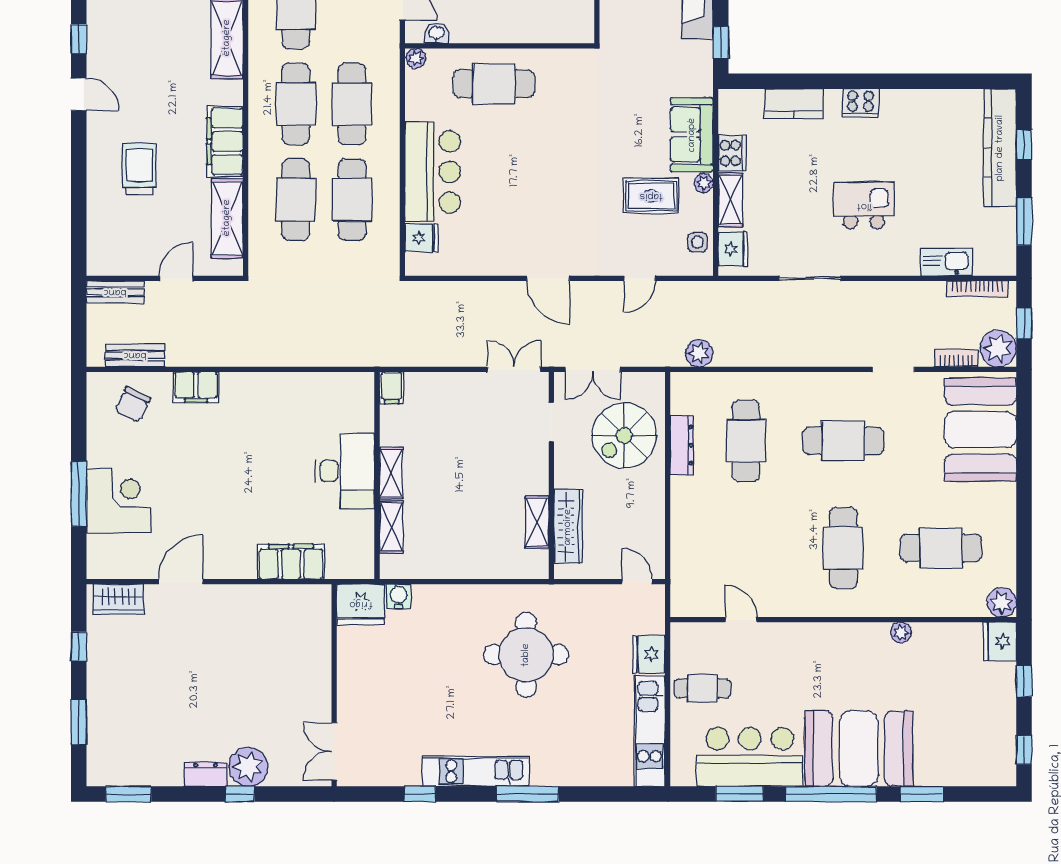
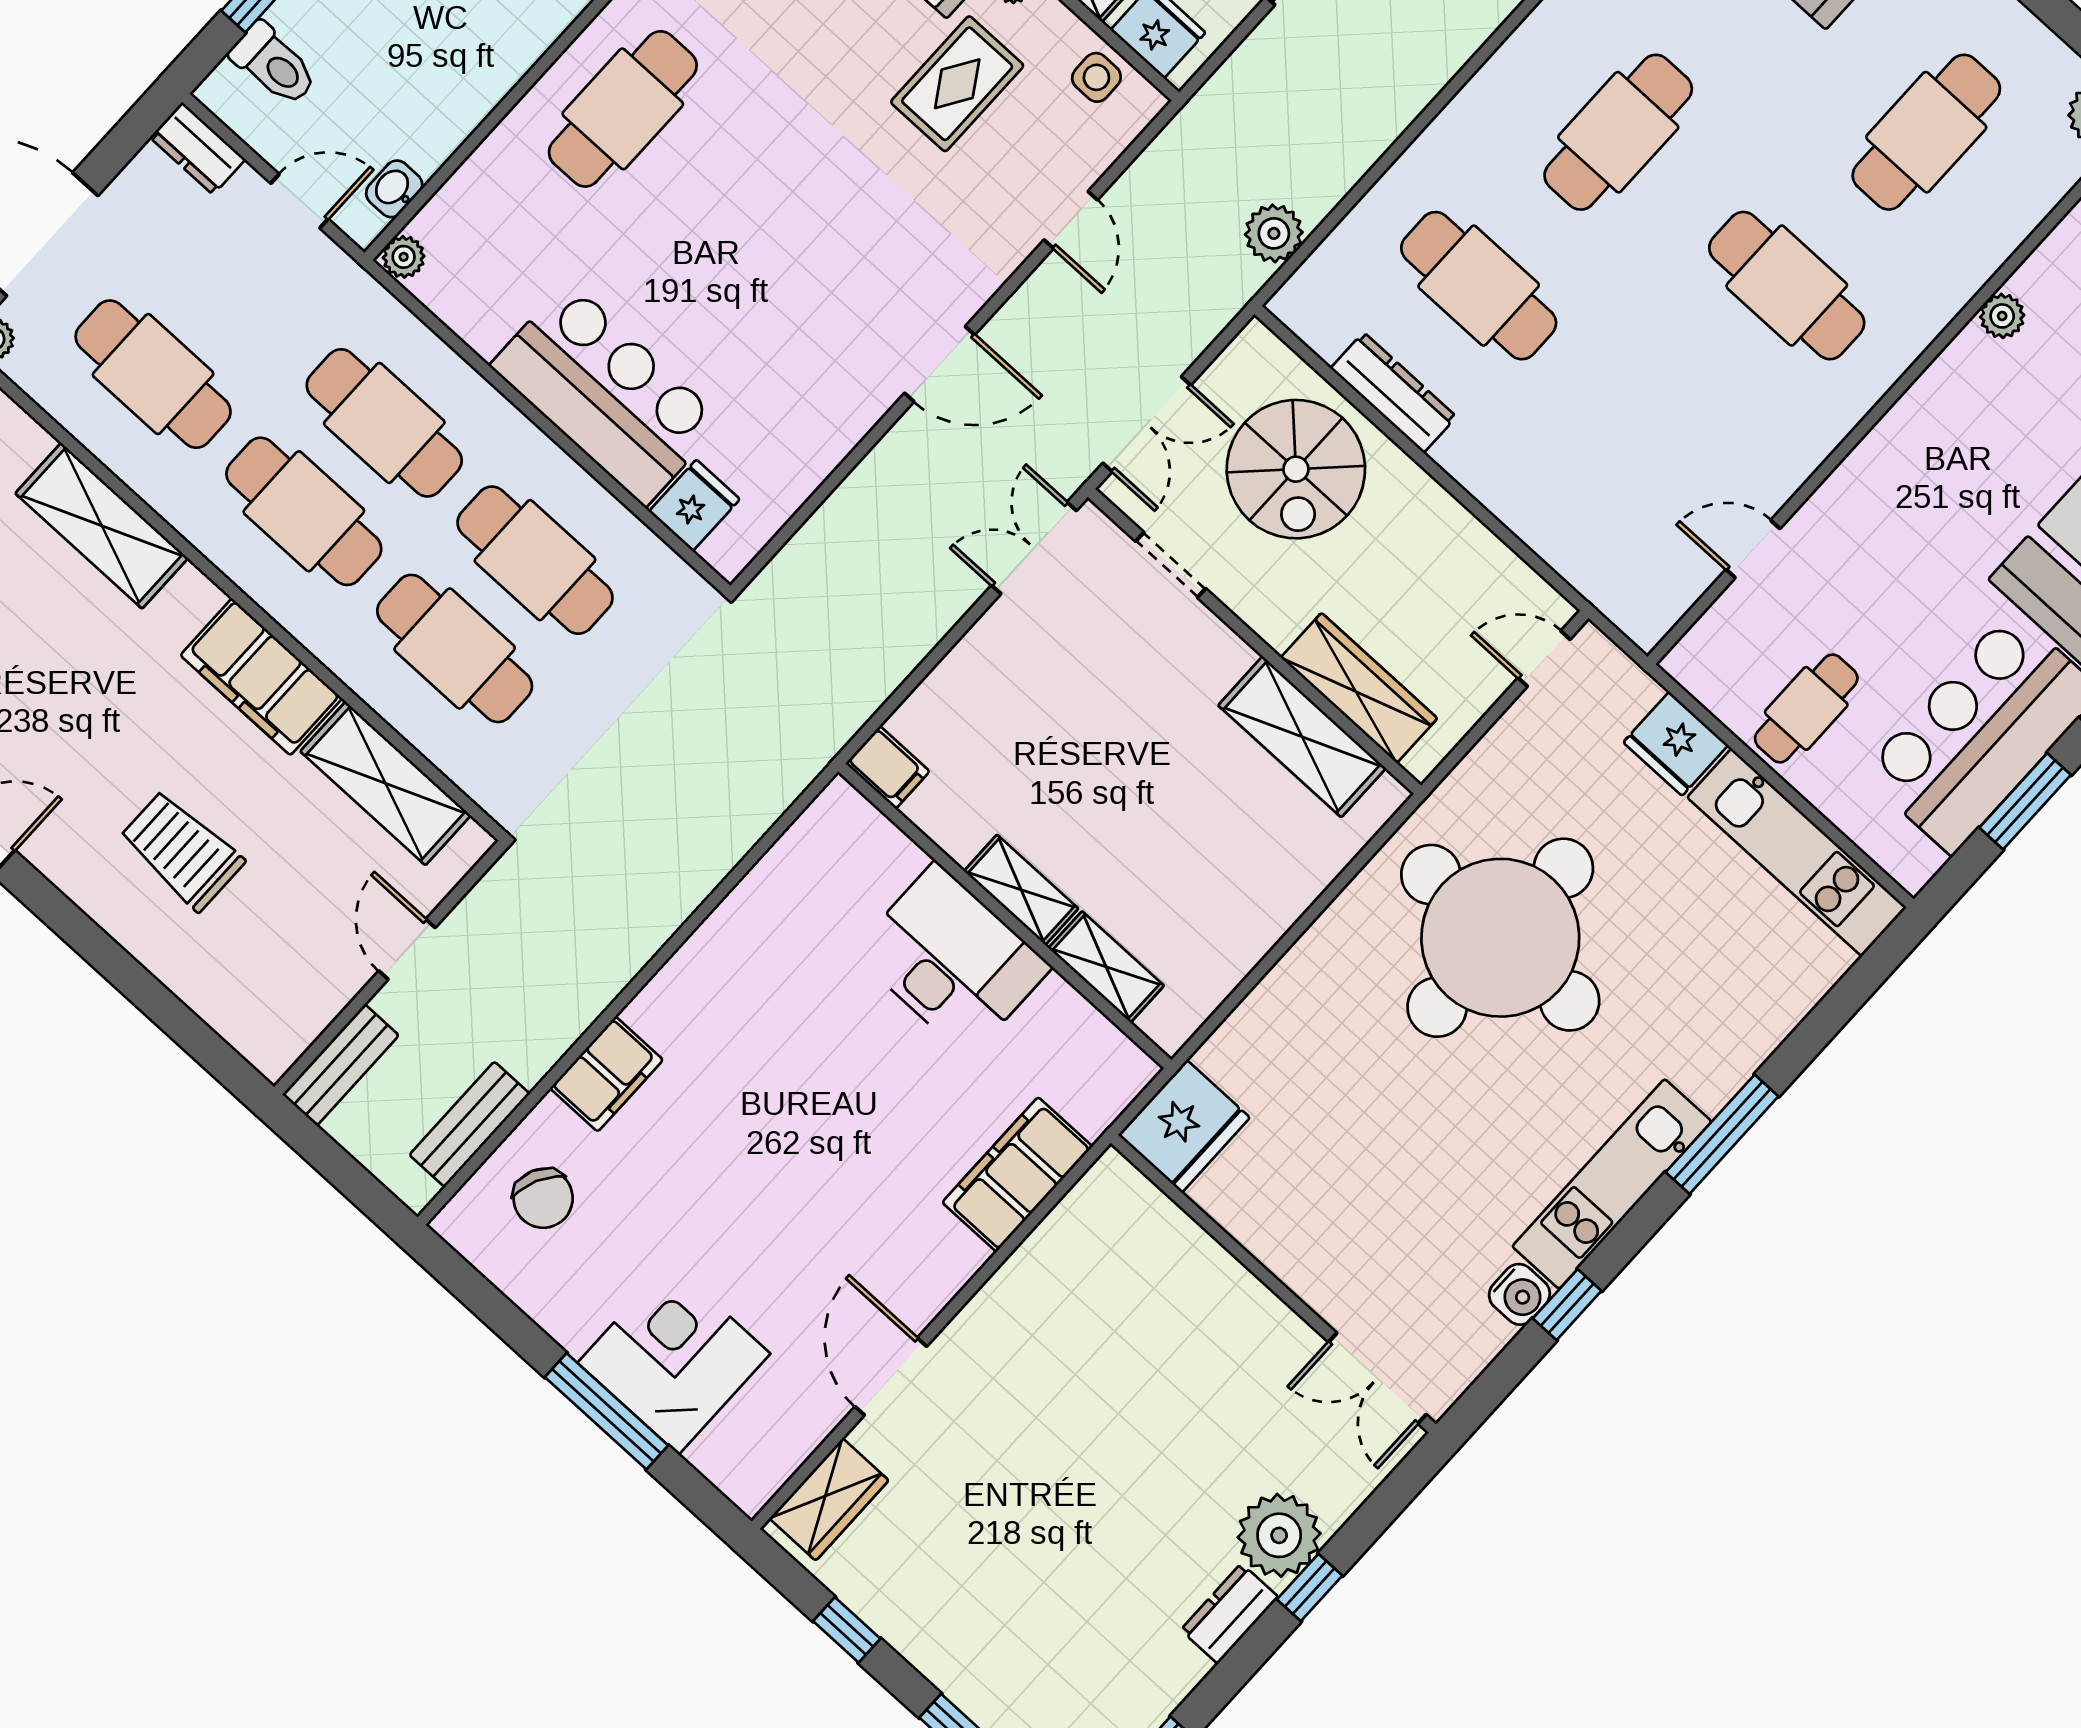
cafe table: (494, 84) -> (623, 109), moved
shelving: (537, 522) -> (1302, 737), width x1.50, depth x1.33
water cooler: (399, 596) -> (1519, 1294), moved, turned 180
round table: (526, 655) -> (1500, 938), width x1.36, depth x1.36

